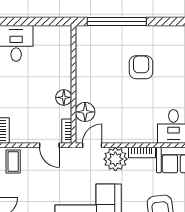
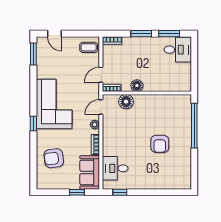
armchair: (141, 67) -> (160, 144), turned 90
door: (92, 145) -> (101, 107), swing flipped
plant: (115, 159) -> (95, 125), width x0.53, depth x0.53

